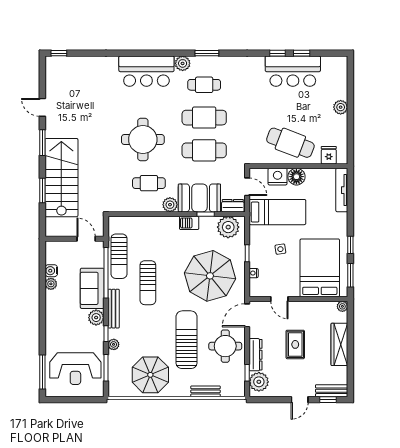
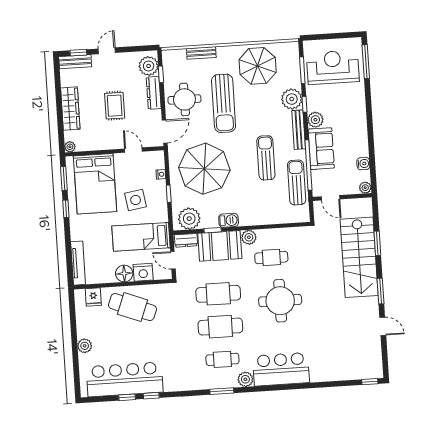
bar counter: (293, 71) -> (125, 379), width x1.36
side table: (280, 249) -> (136, 200), width x1.87, depth x1.87
plant: (51, 284) -> (365, 188), moved
plant: (114, 344) -> (292, 99), width x1.88, depth x1.88

